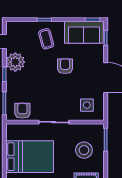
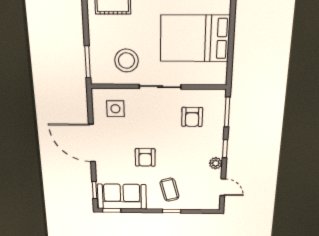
plant: (15, 62) -> (216, 163), width x0.53, depth x0.53
armchair: (22, 111) -> (192, 117), moved
stool: (84, 150) -> (126, 61), moved

